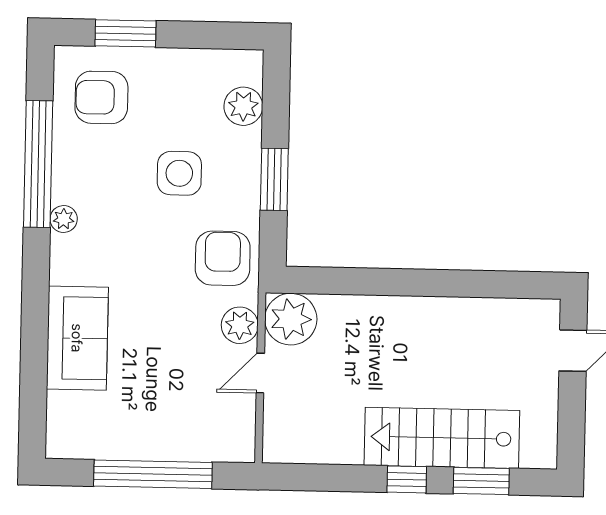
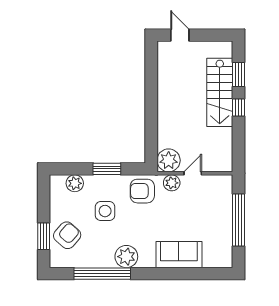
armchair: (101, 97) -> (67, 235), moved, turned -139
plant: (64, 219) -> (126, 257), width x1.87, depth x1.87
door: (260, 373) -> (193, 173), swing flipped

